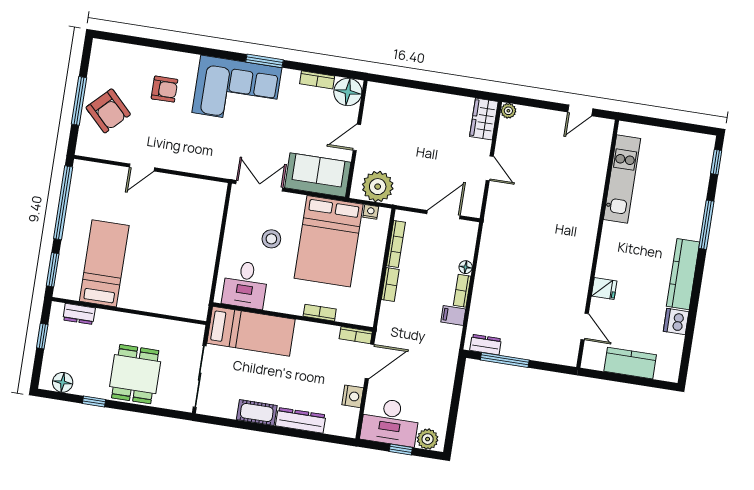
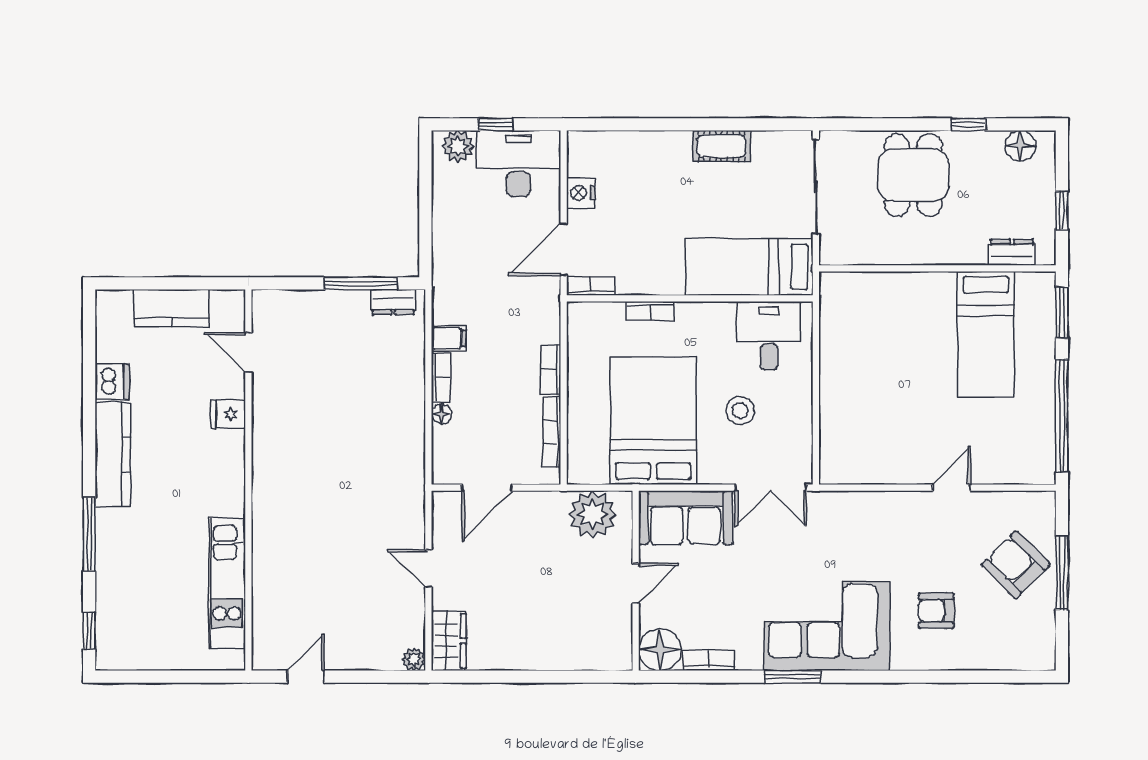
nightstand: (371, 212) -> (597, 475), removed
dresser: (301, 420) -> (653, 145), removed

